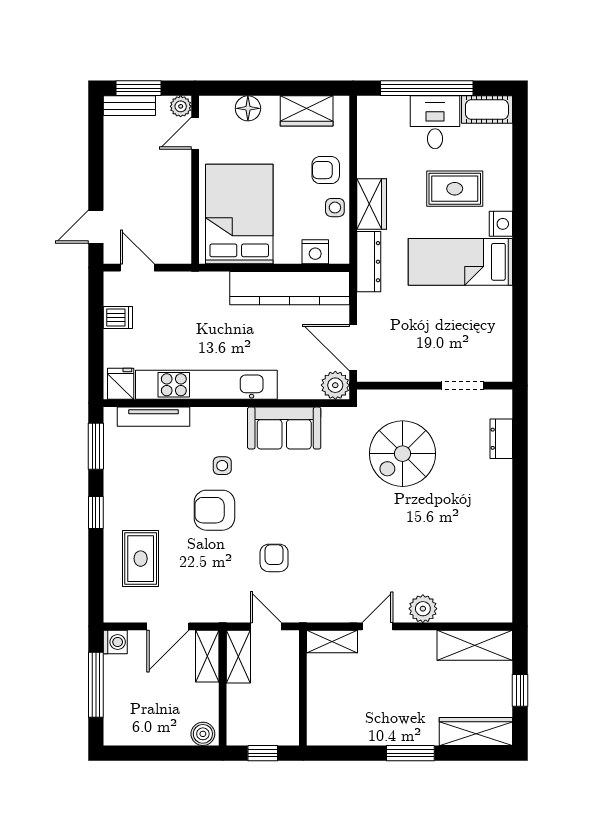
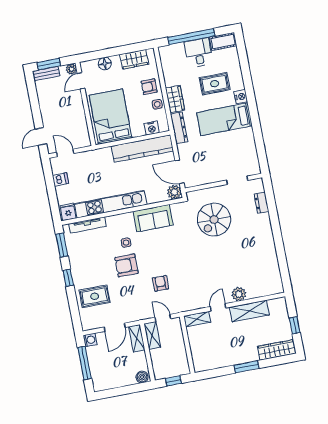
rug: (141, 559) -> (95, 296), turned 90
shelving: (475, 645) -> (249, 311), moved

